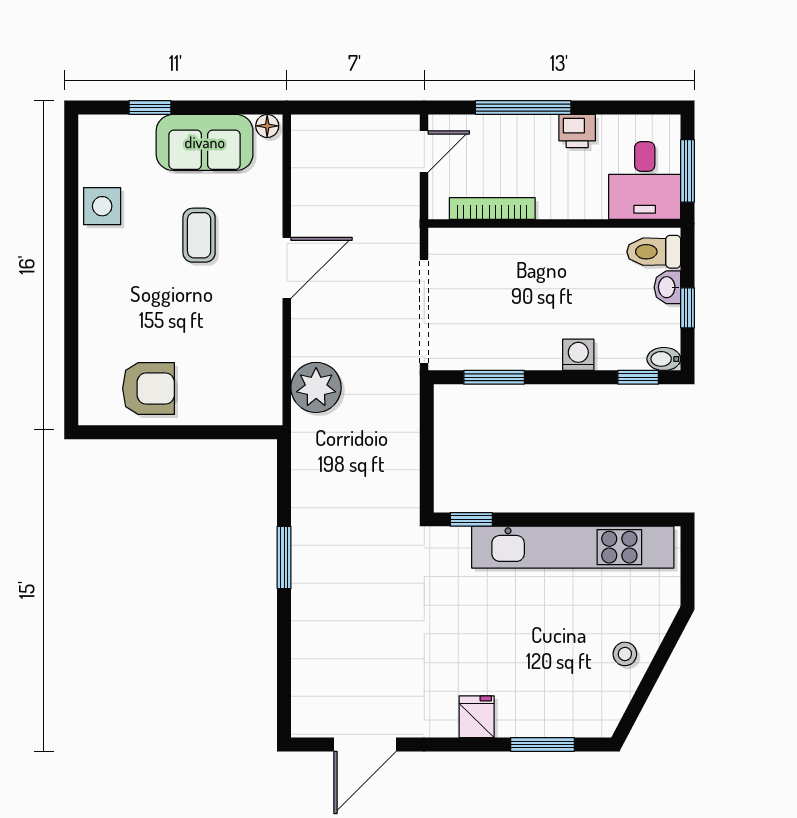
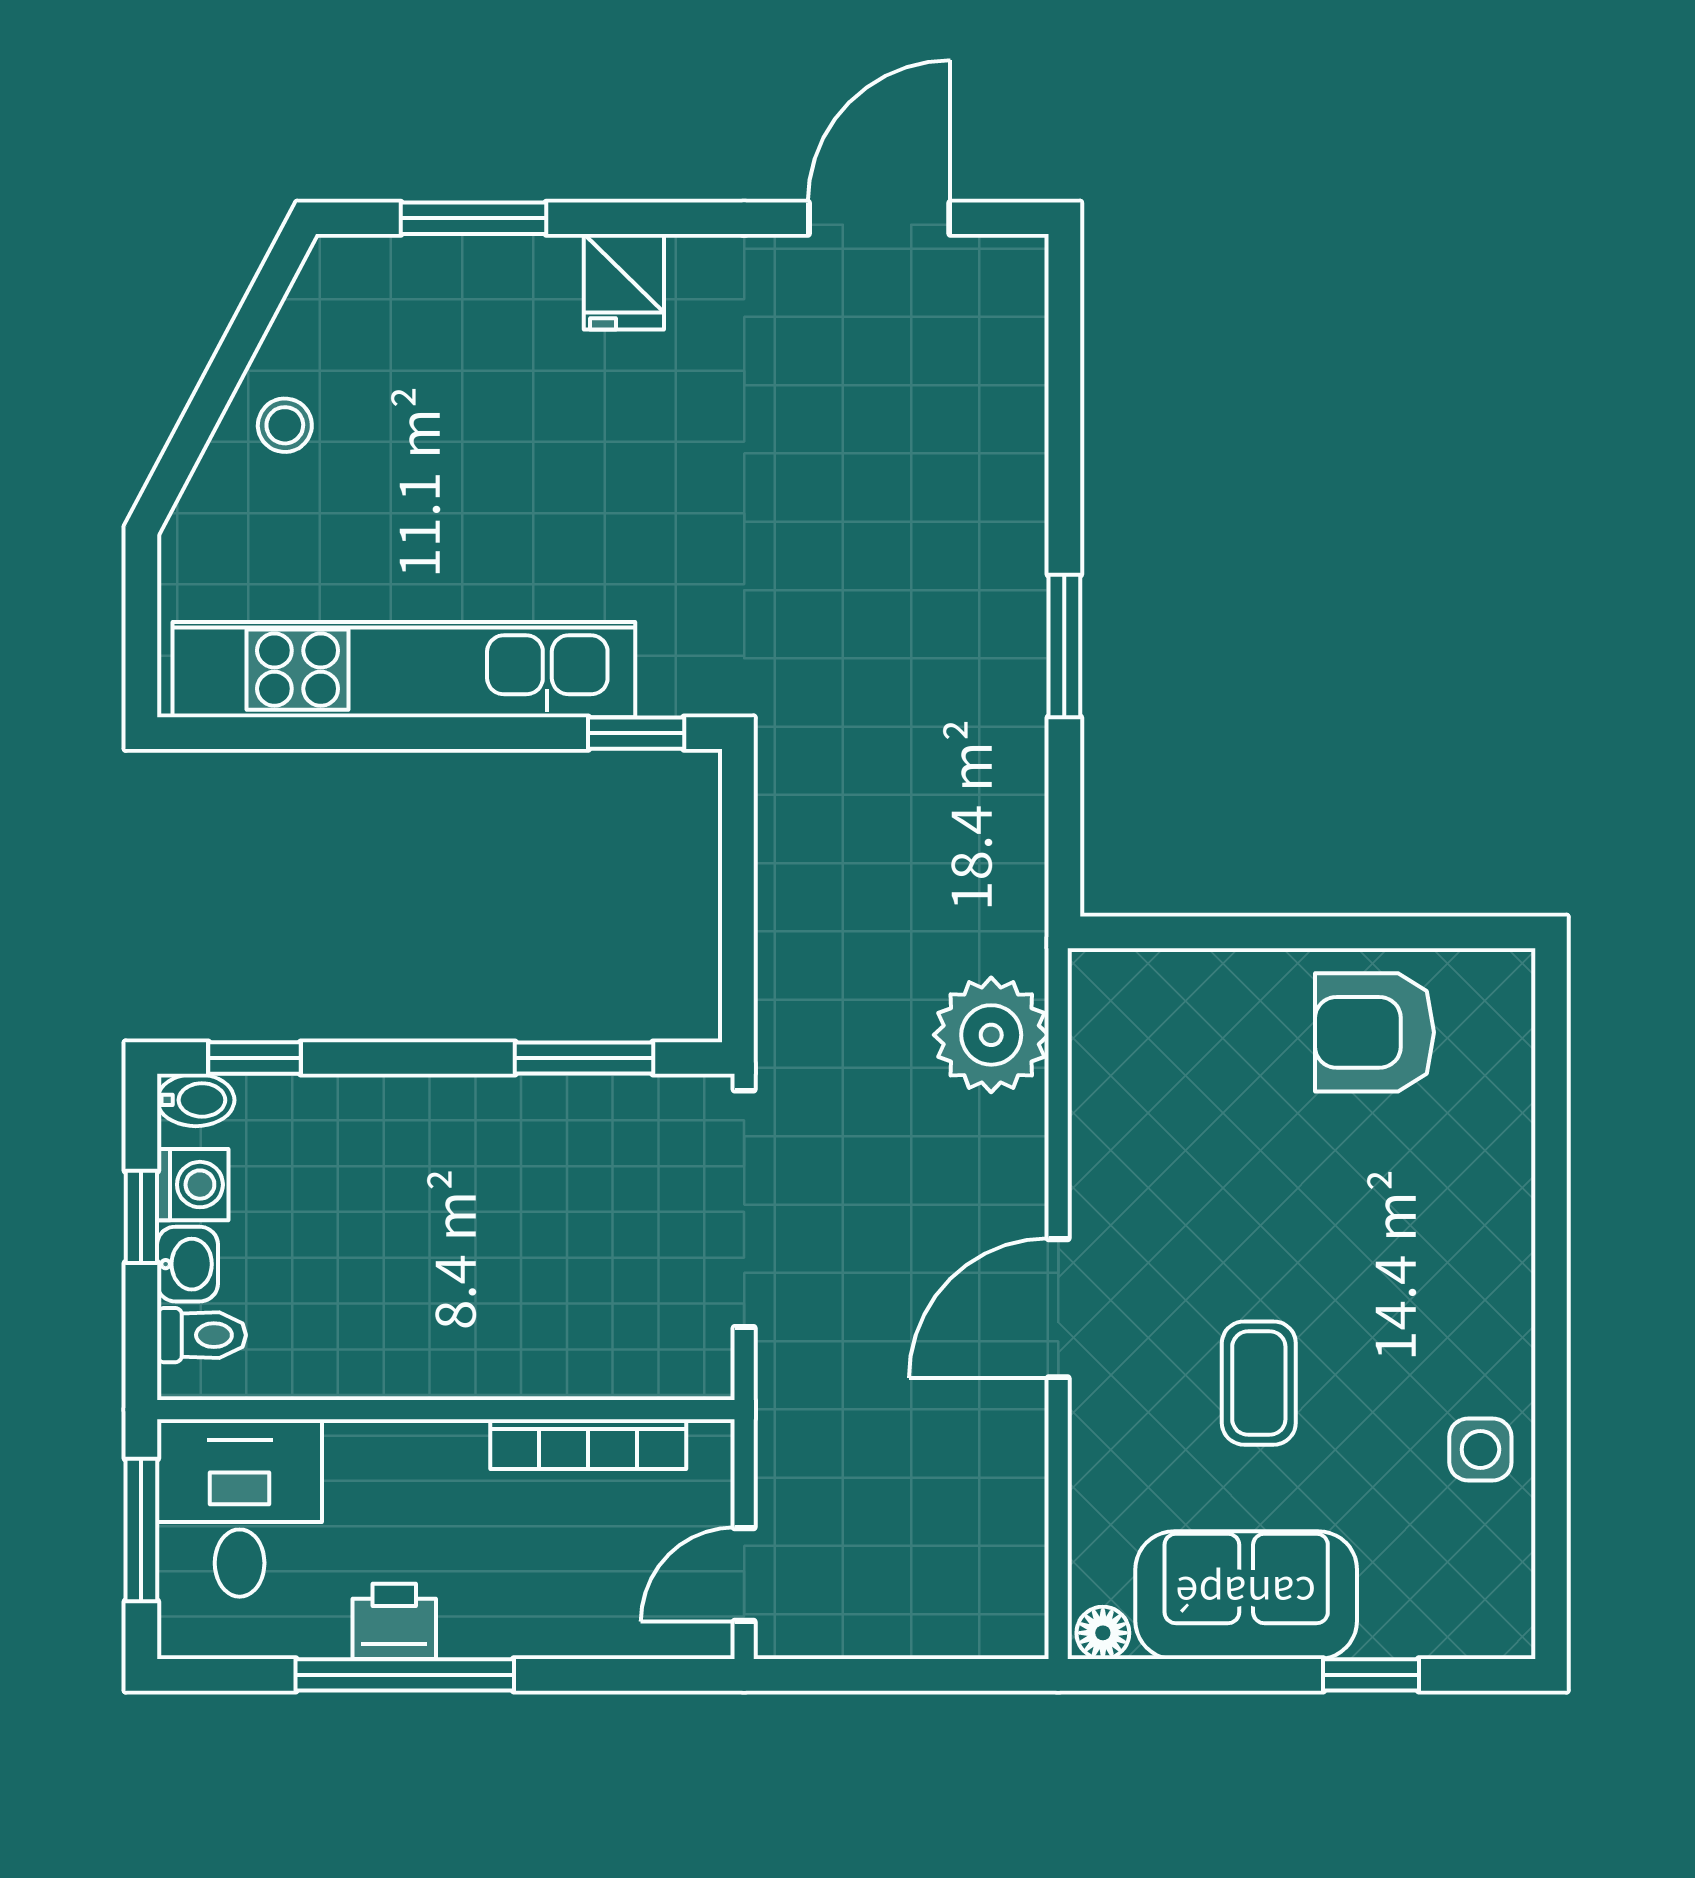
window: (523, 108) -> (405, 1675), moved
side table: (102, 206) -> (1480, 1449), width x0.73, depth x0.73
toilet: (654, 252) -> (202, 1335), width x0.73, depth x0.72
washing machine: (578, 355) -> (193, 1185), moved, turned -90

